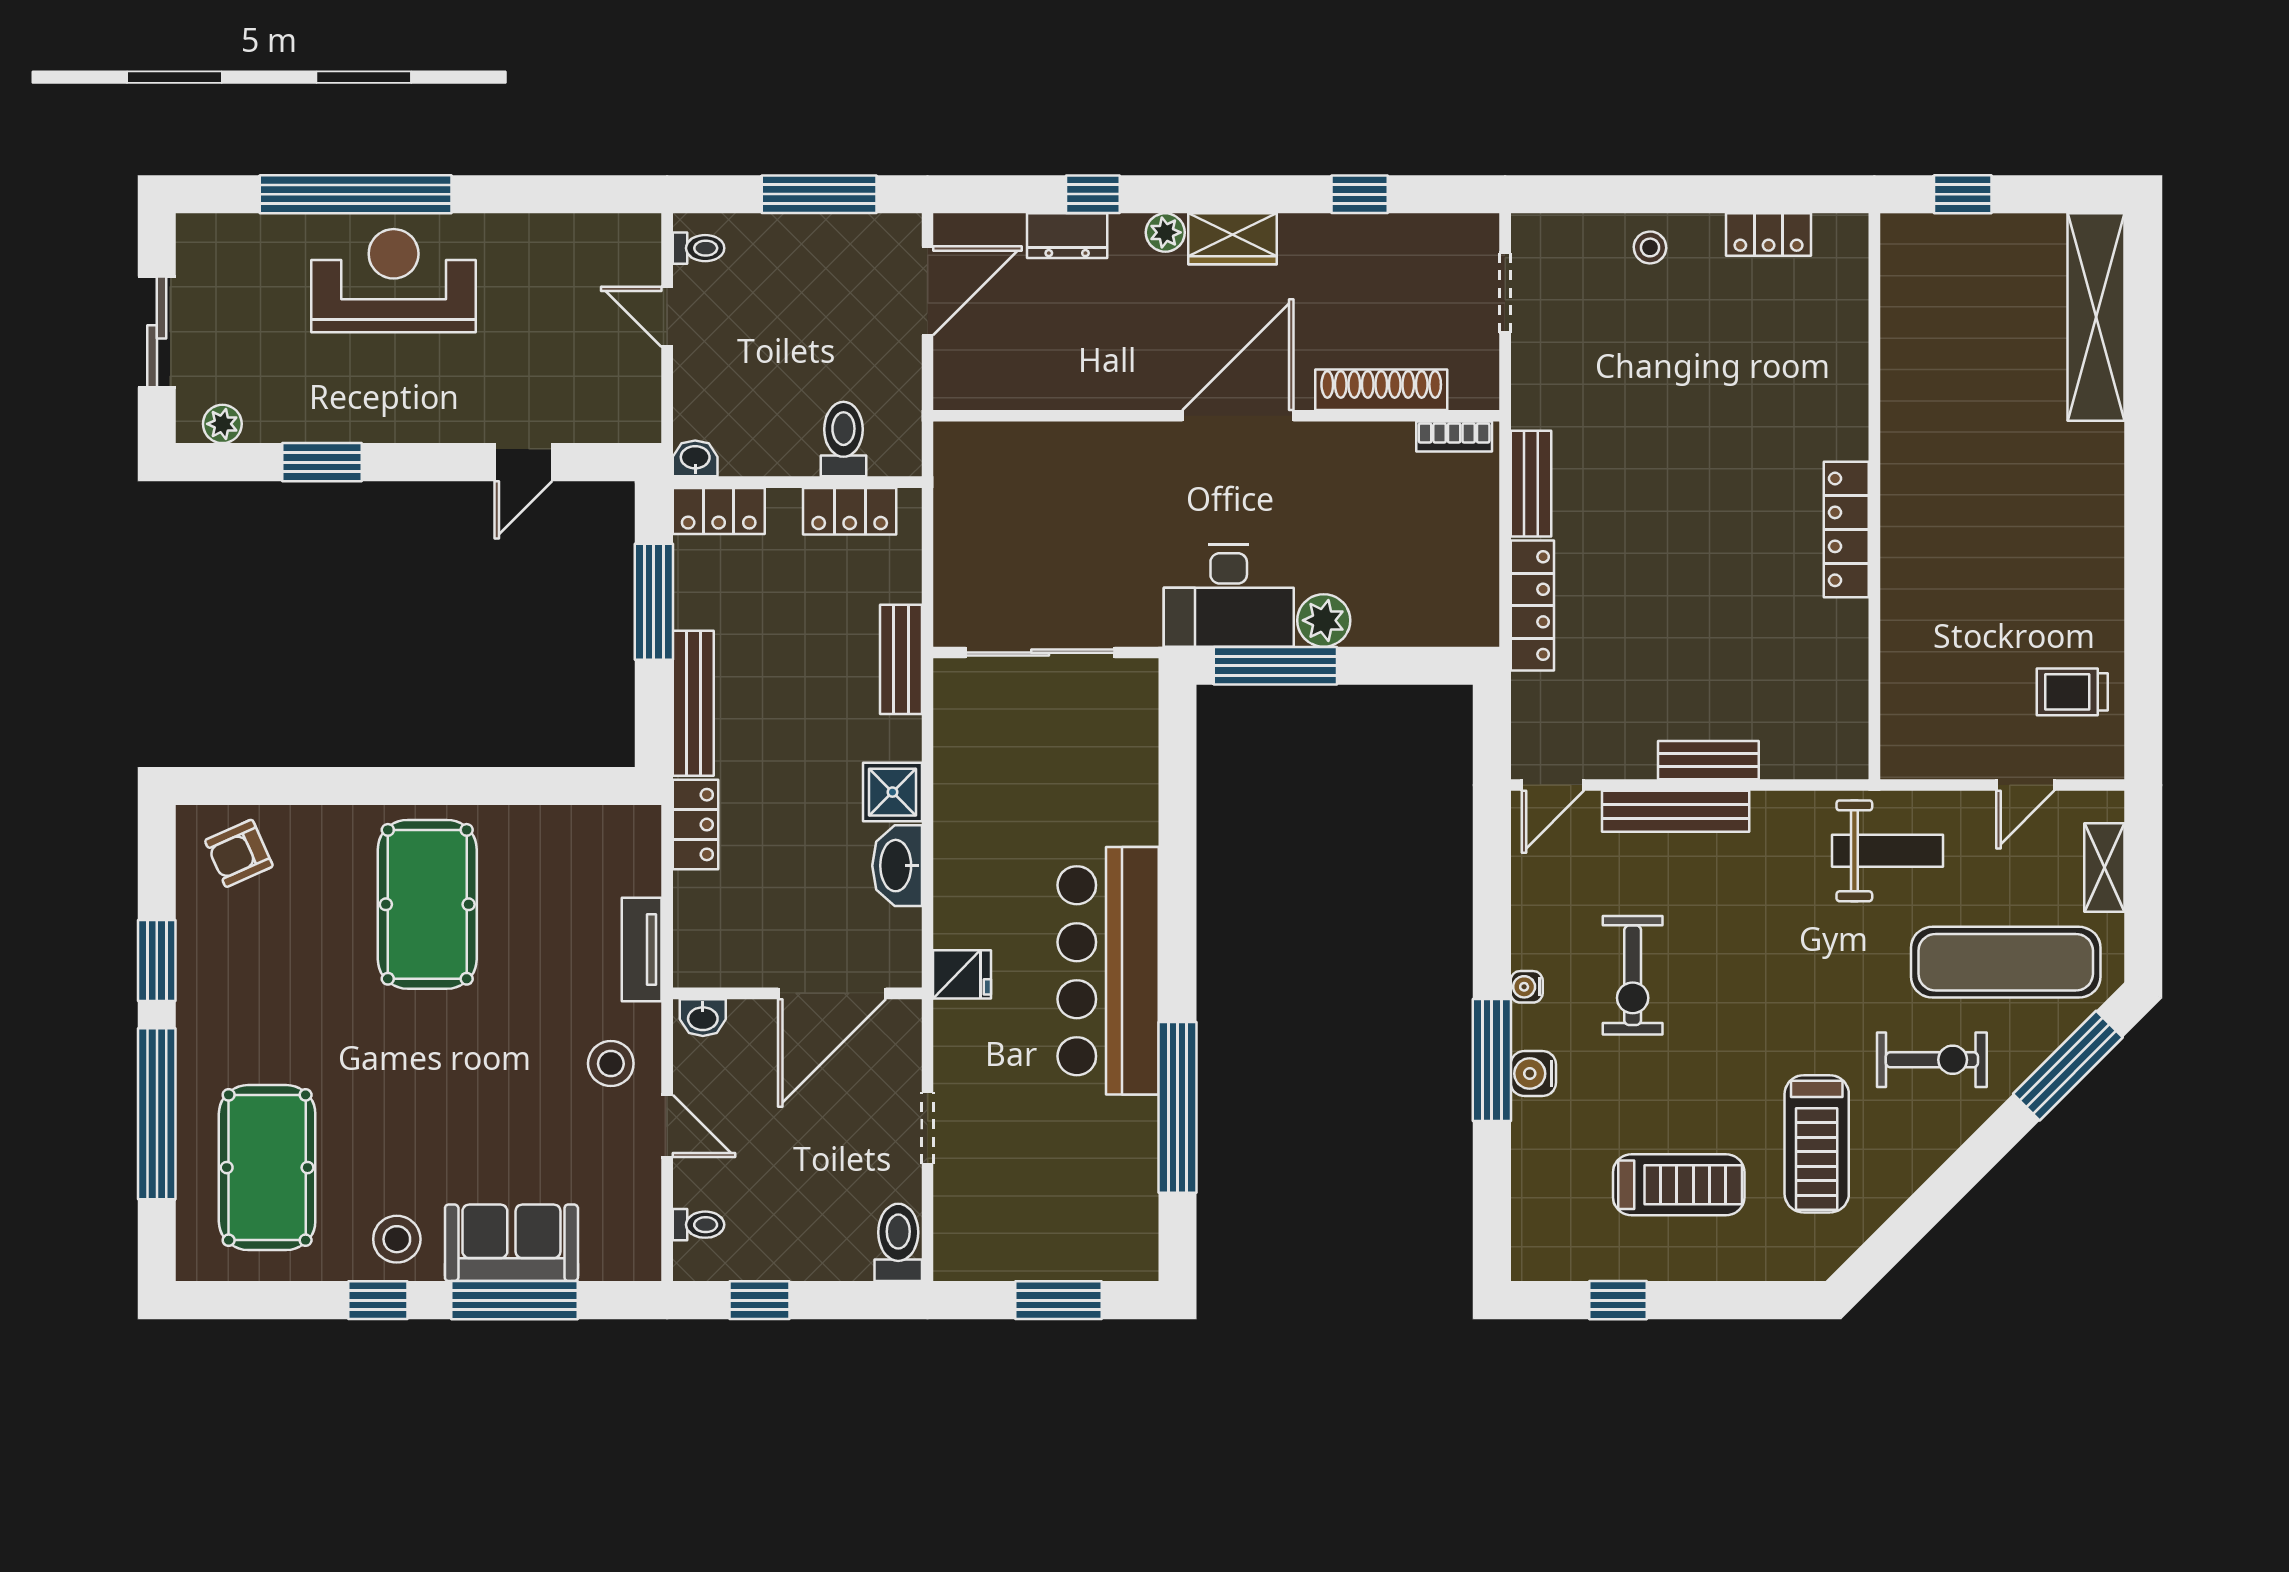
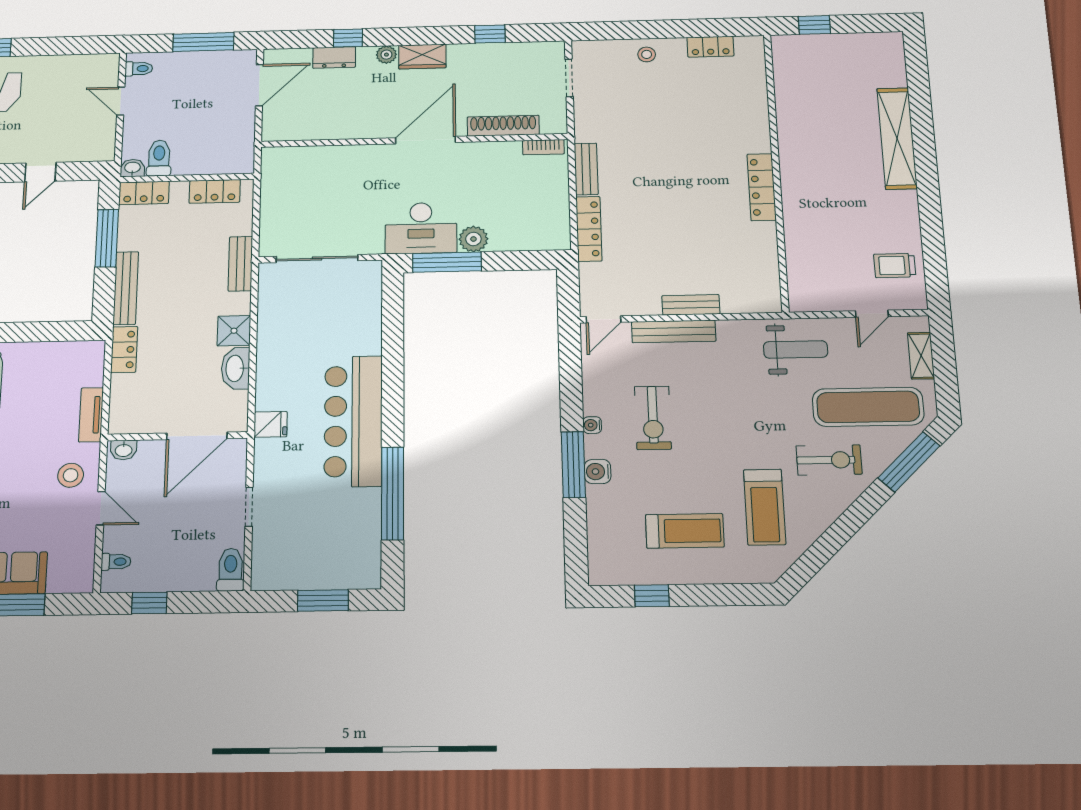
shelving: (2096, 317) -> (897, 138), moved
toilet: (843, 439) -> (159, 158), moved

